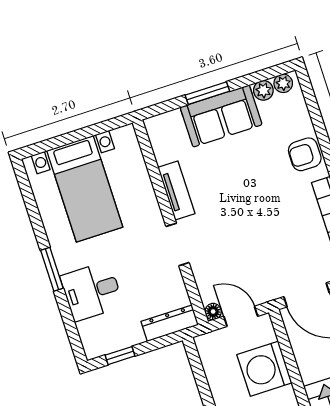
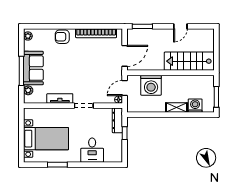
plant: (263, 90) -> (28, 90), moved
window: (207, 93) -> (21, 71), width x1.44
armchair: (305, 154) -> (62, 37), turned 90
window: (52, 269) -> (57, 165), moved
window: (120, 356) -> (125, 133), moved

